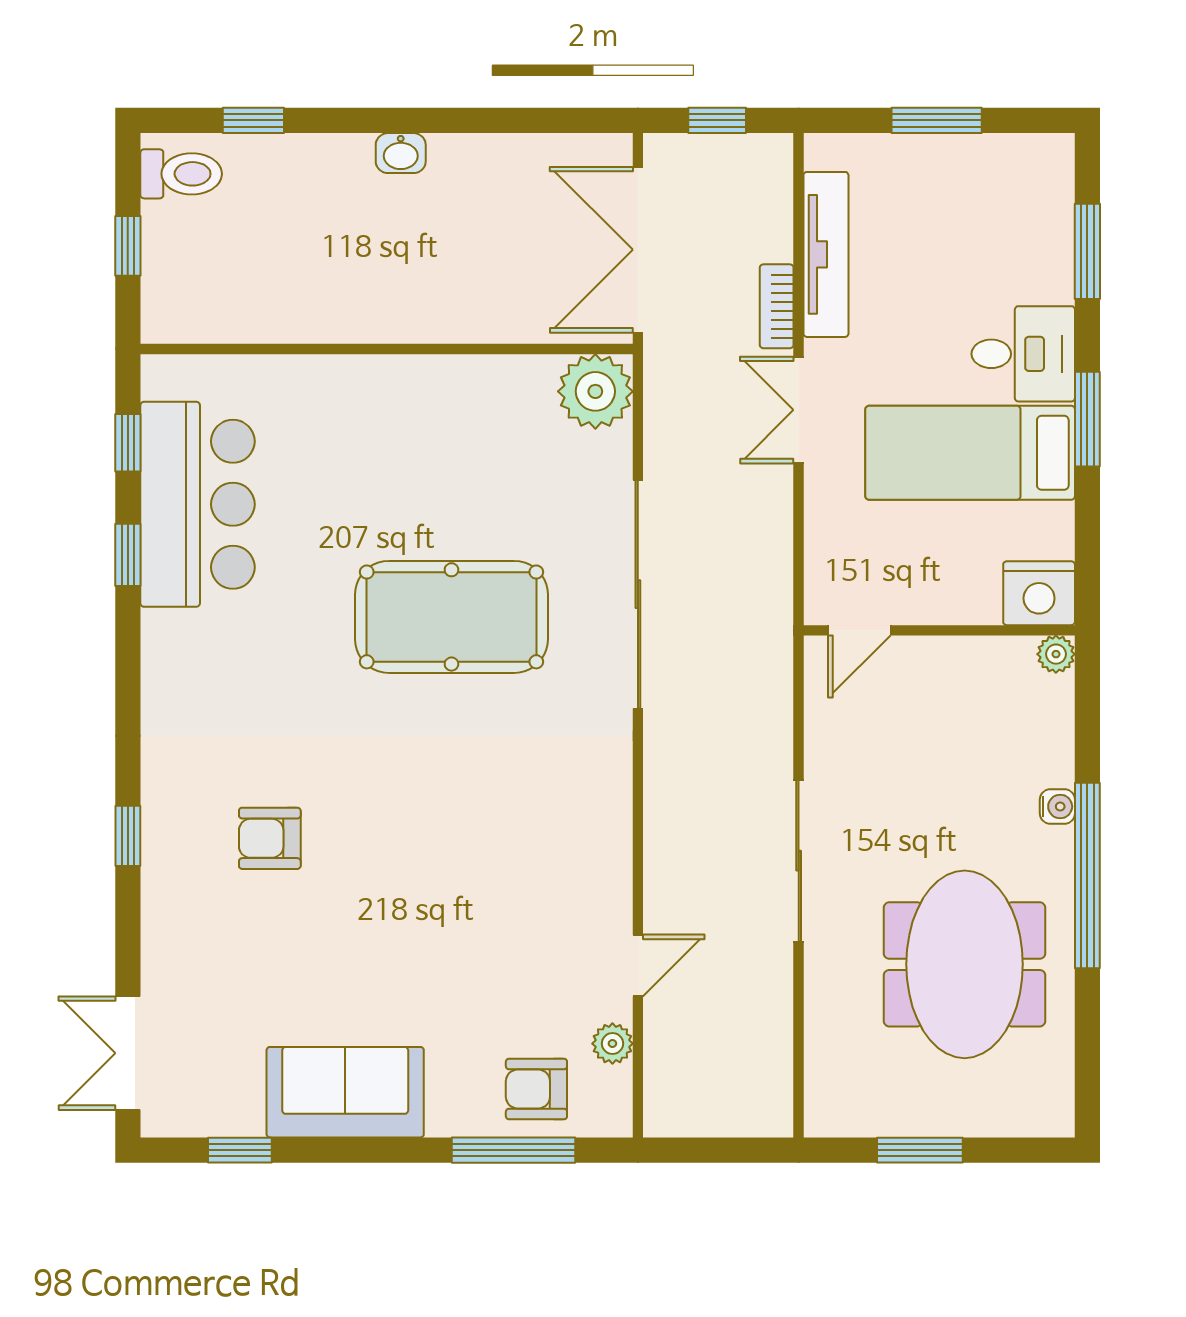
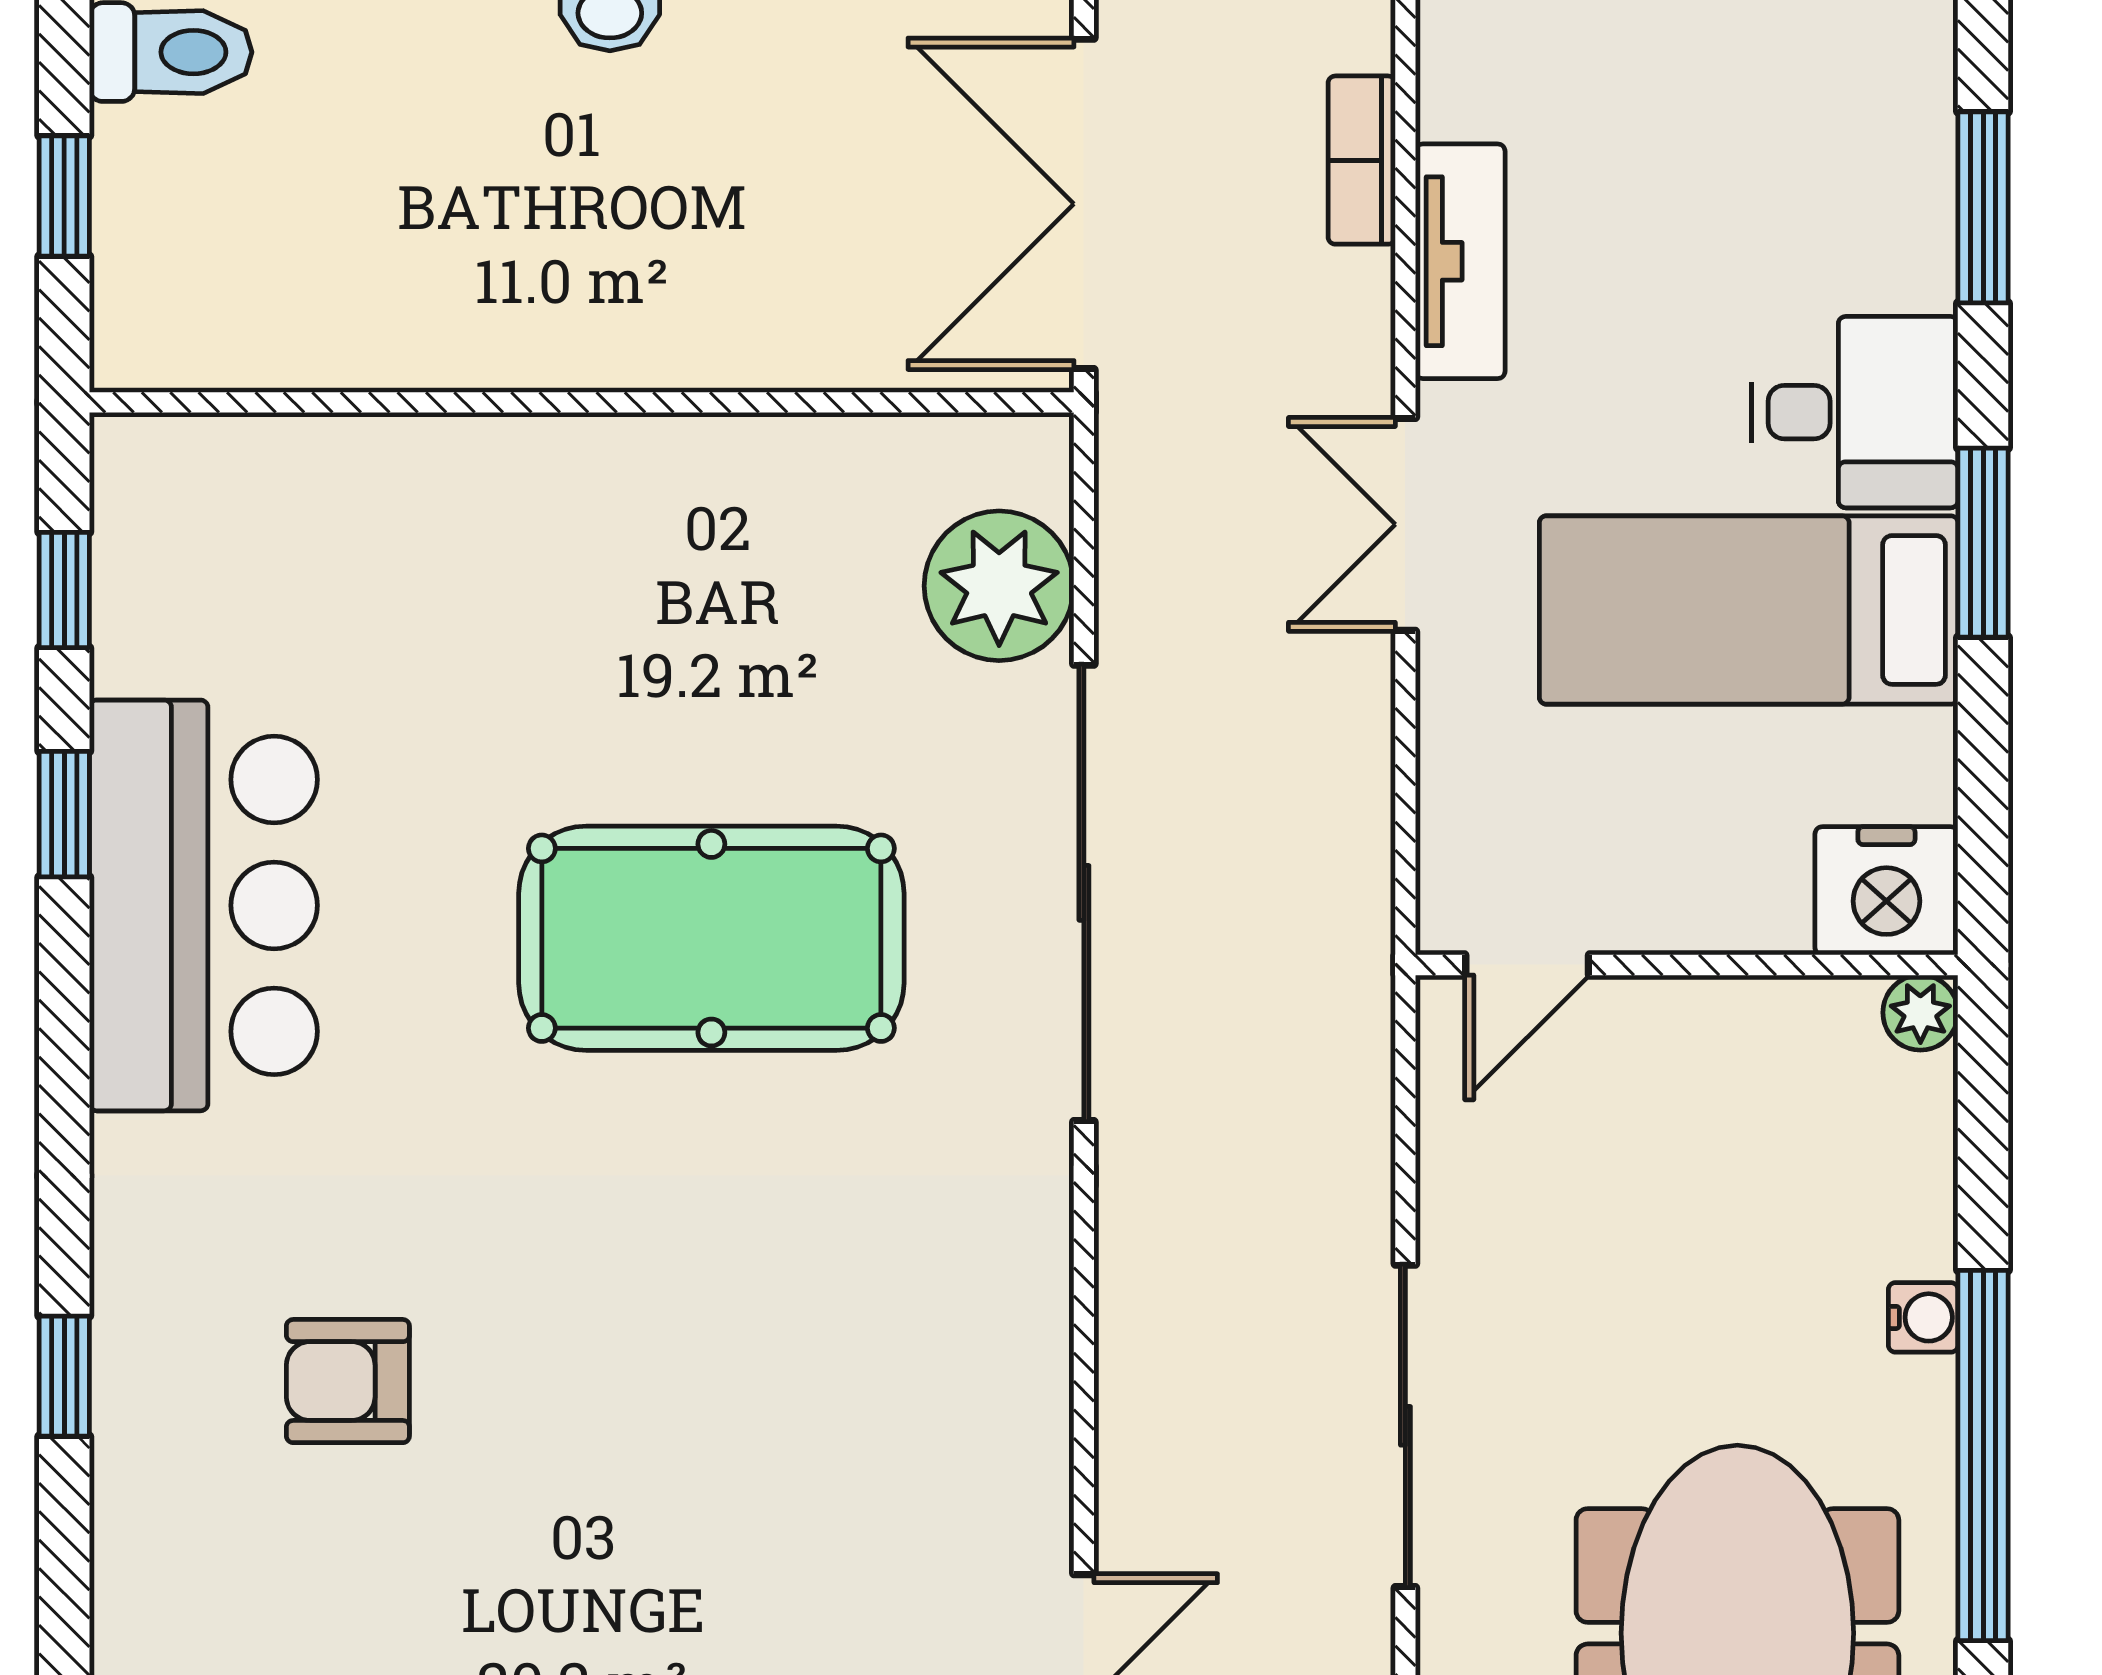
tv unit: (826, 254) -> (1460, 261), width x0.71
bookcase: (777, 306) -> (1362, 160), moved
plant: (595, 391) -> (999, 586), moved
bar counter: (198, 504) -> (203, 905), moved

